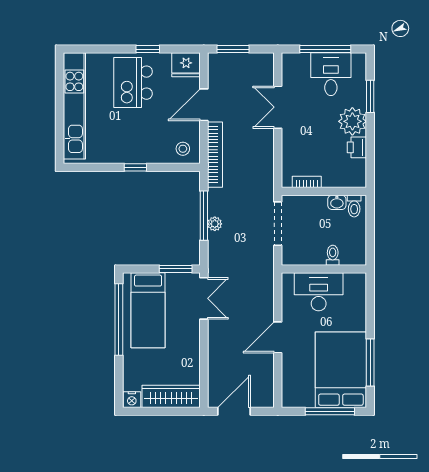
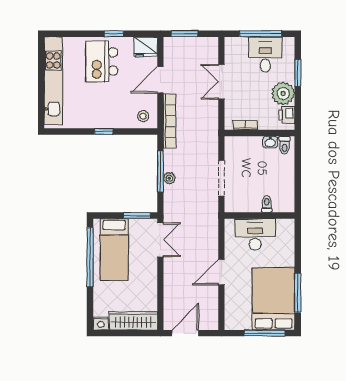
bookcase: (307, 182) -> (245, 125), moved
wall: (324, 191) -> (260, 133), moved
washbasin: (337, 202) -> (270, 142), moved
toilet: (354, 206) -> (285, 145), moved

